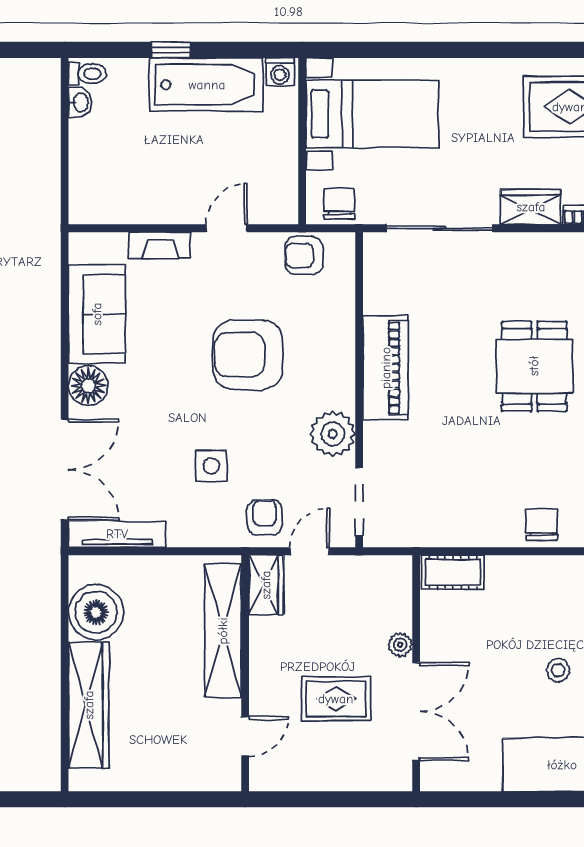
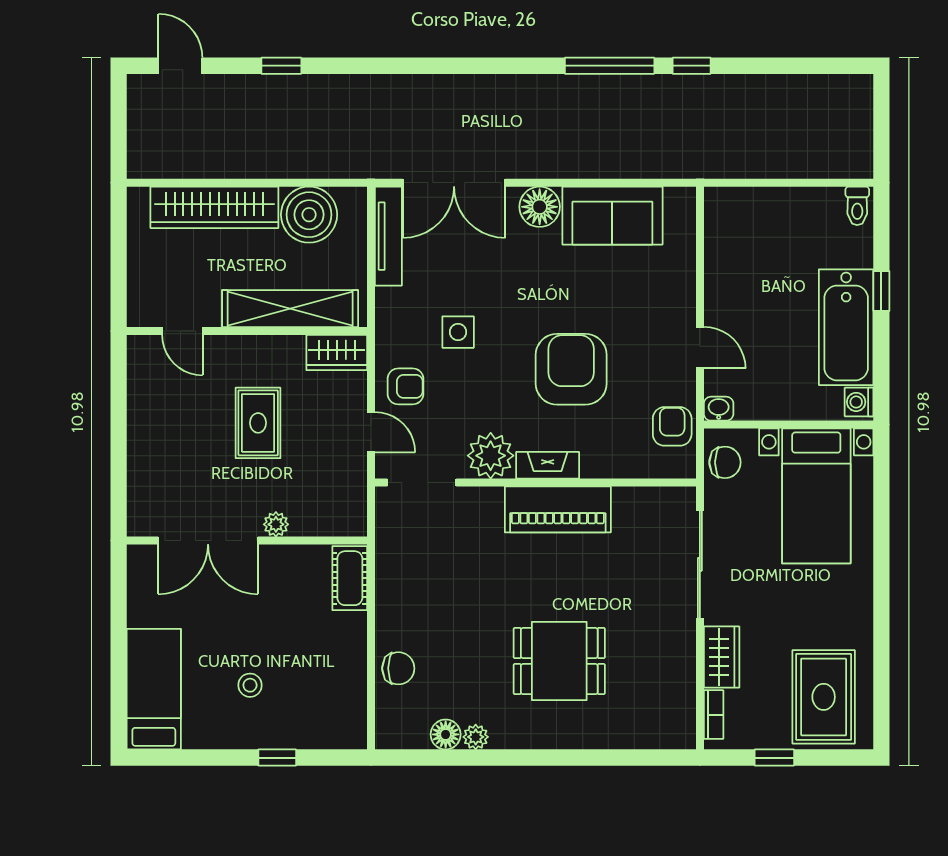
washbasin: (80, 102) -> (719, 409), moved, turned 180
fireplace: (160, 245) -> (548, 465), moved, turned 90
wardrobe: (266, 585) -> (337, 353), moved
shelving: (223, 631) -> (290, 309), moved
wall: (245, 673) -> (247, 331), moved
rug: (336, 699) -> (258, 423), moved
door: (245, 737) -> (182, 331), moved

